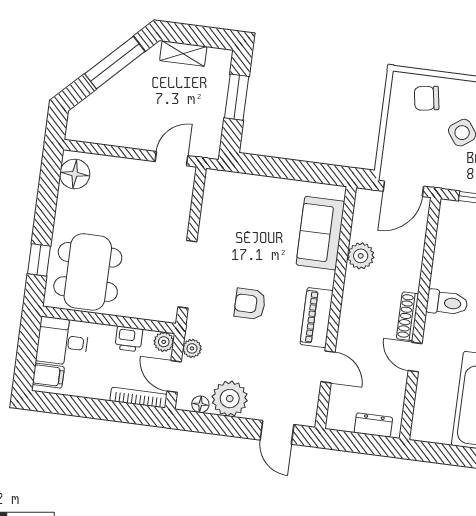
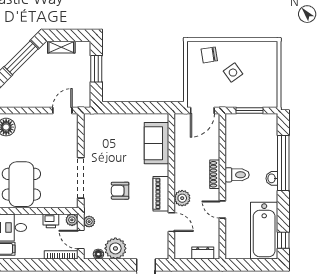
plant: (361, 256) -> (182, 198), moved
shoe rack: (407, 316) -> (215, 174), moved

